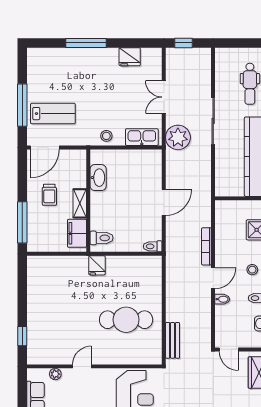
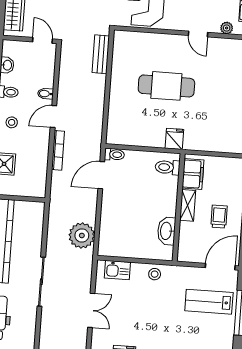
kitchen sink: (142, 137) -> (117, 270), width x0.73
plant: (178, 137) -> (82, 236), moved
door: (164, 202) -> (101, 175), moved
cafe table: (126, 320) -> (166, 86), moved
door: (82, 366) -> (198, 34), hinge flipped

